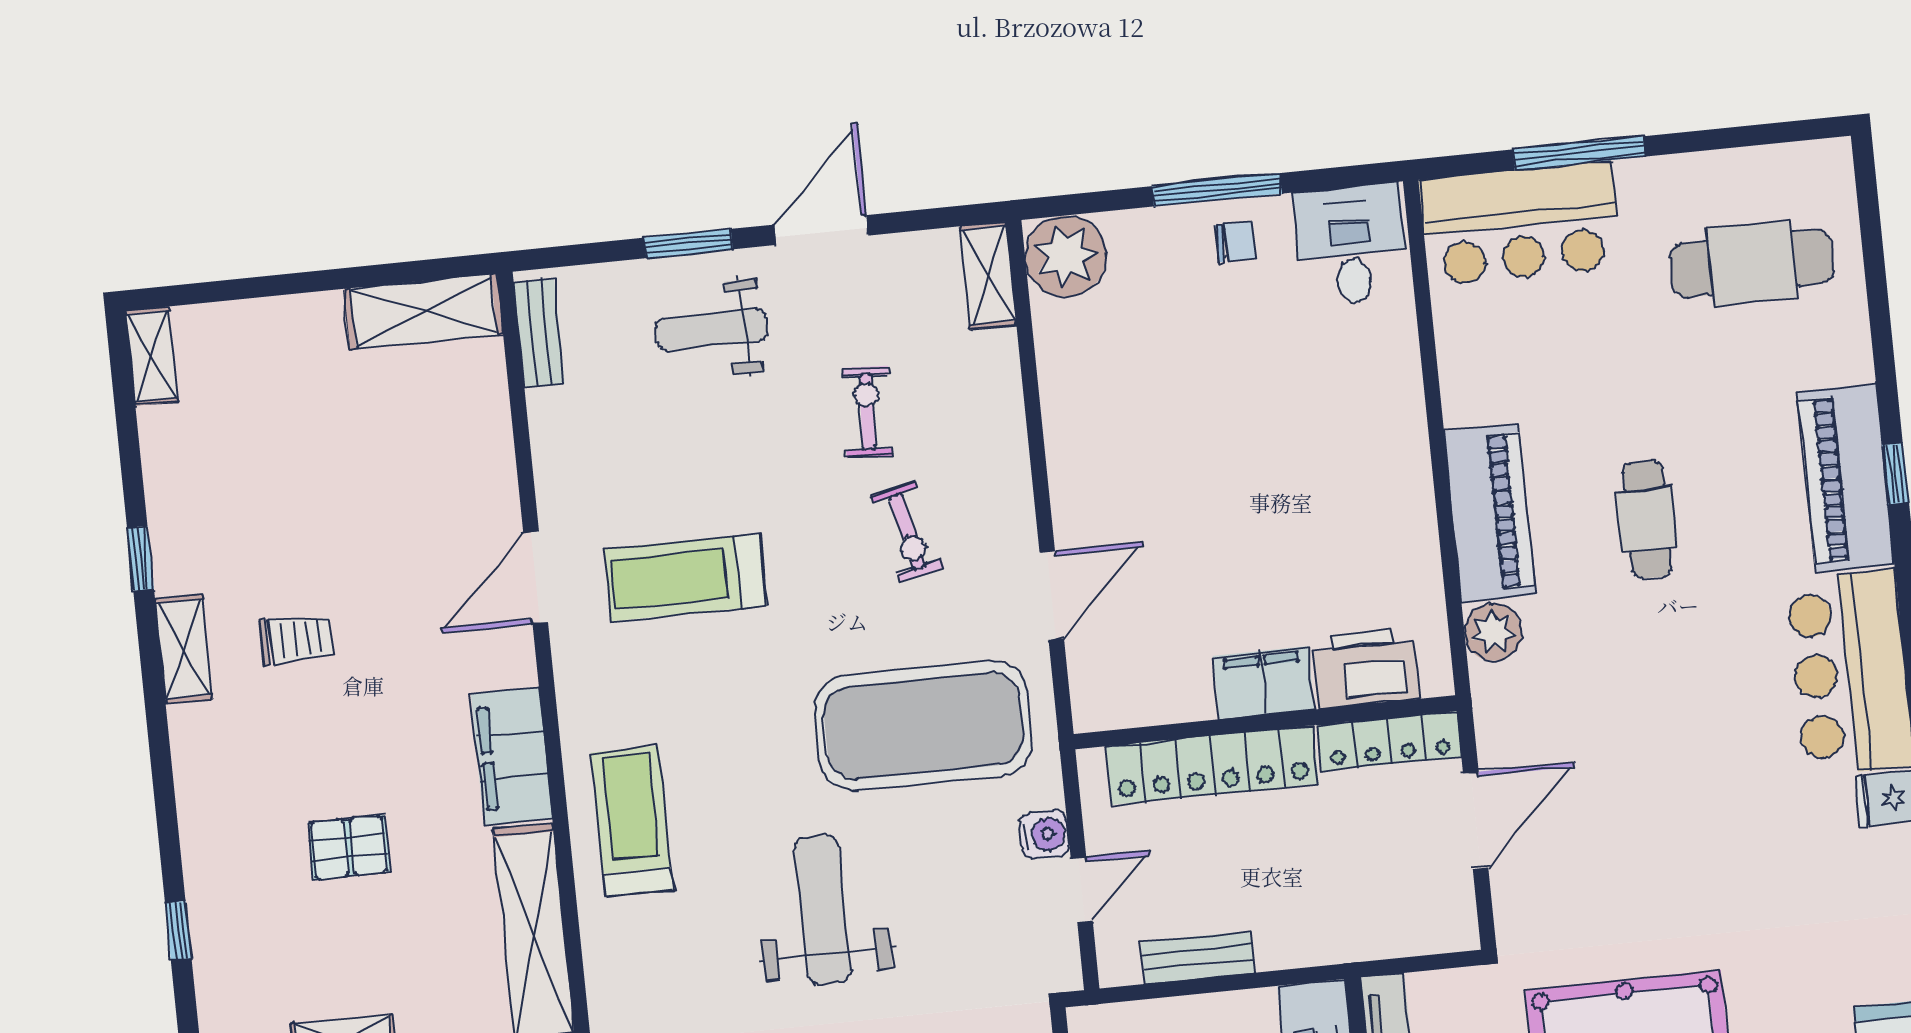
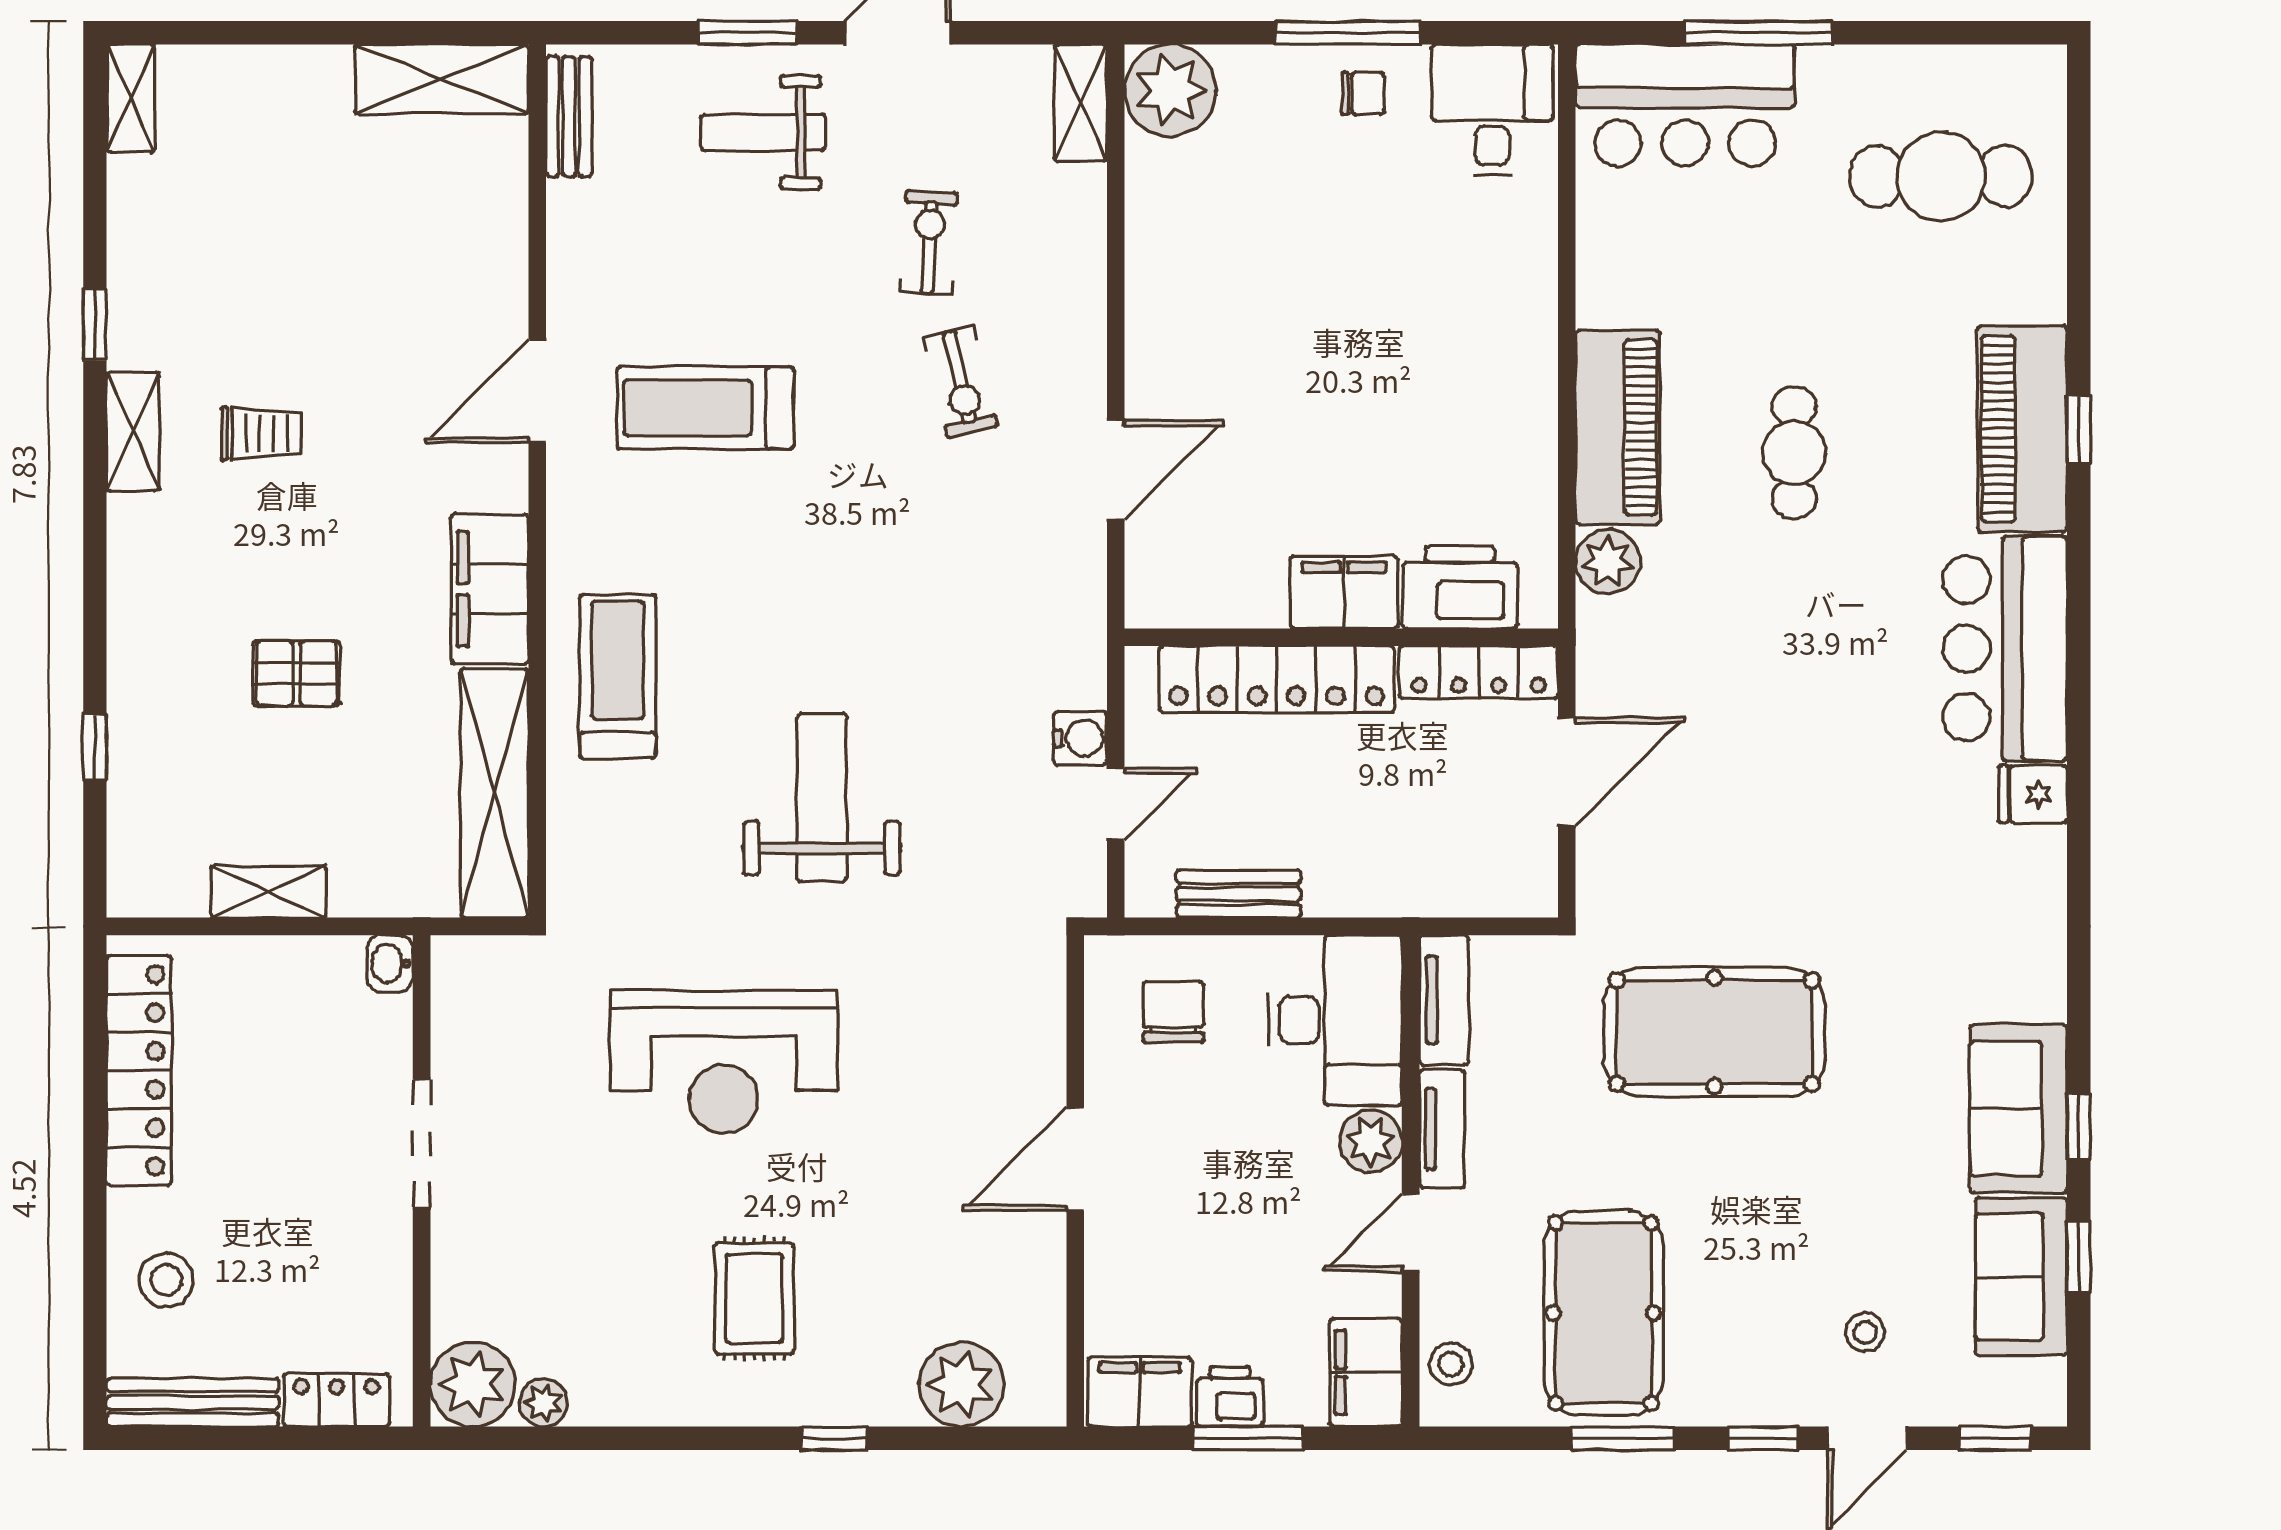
exercise mat: (923, 726) -> (956, 602), removed

